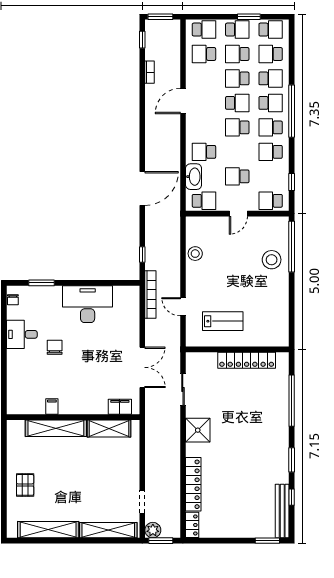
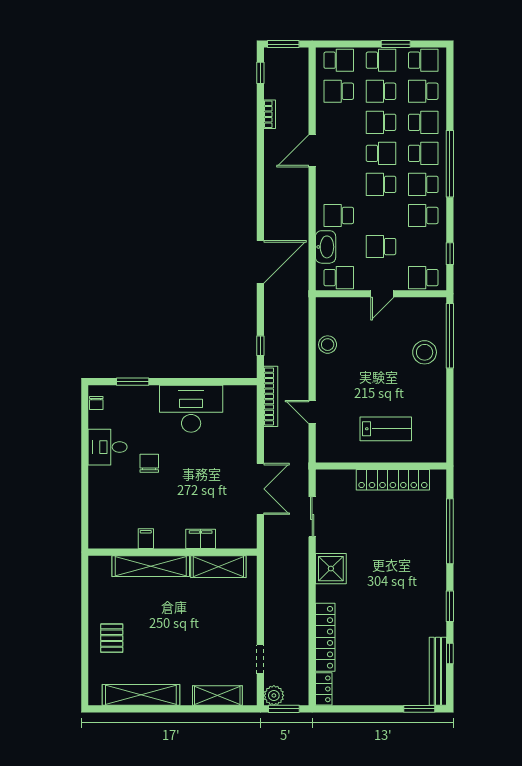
lab bench: (223, 321) -> (386, 429), moved
filing cabinet: (120, 407) -> (201, 539), moved
shelving: (108, 530) -> (217, 696), width x0.68

